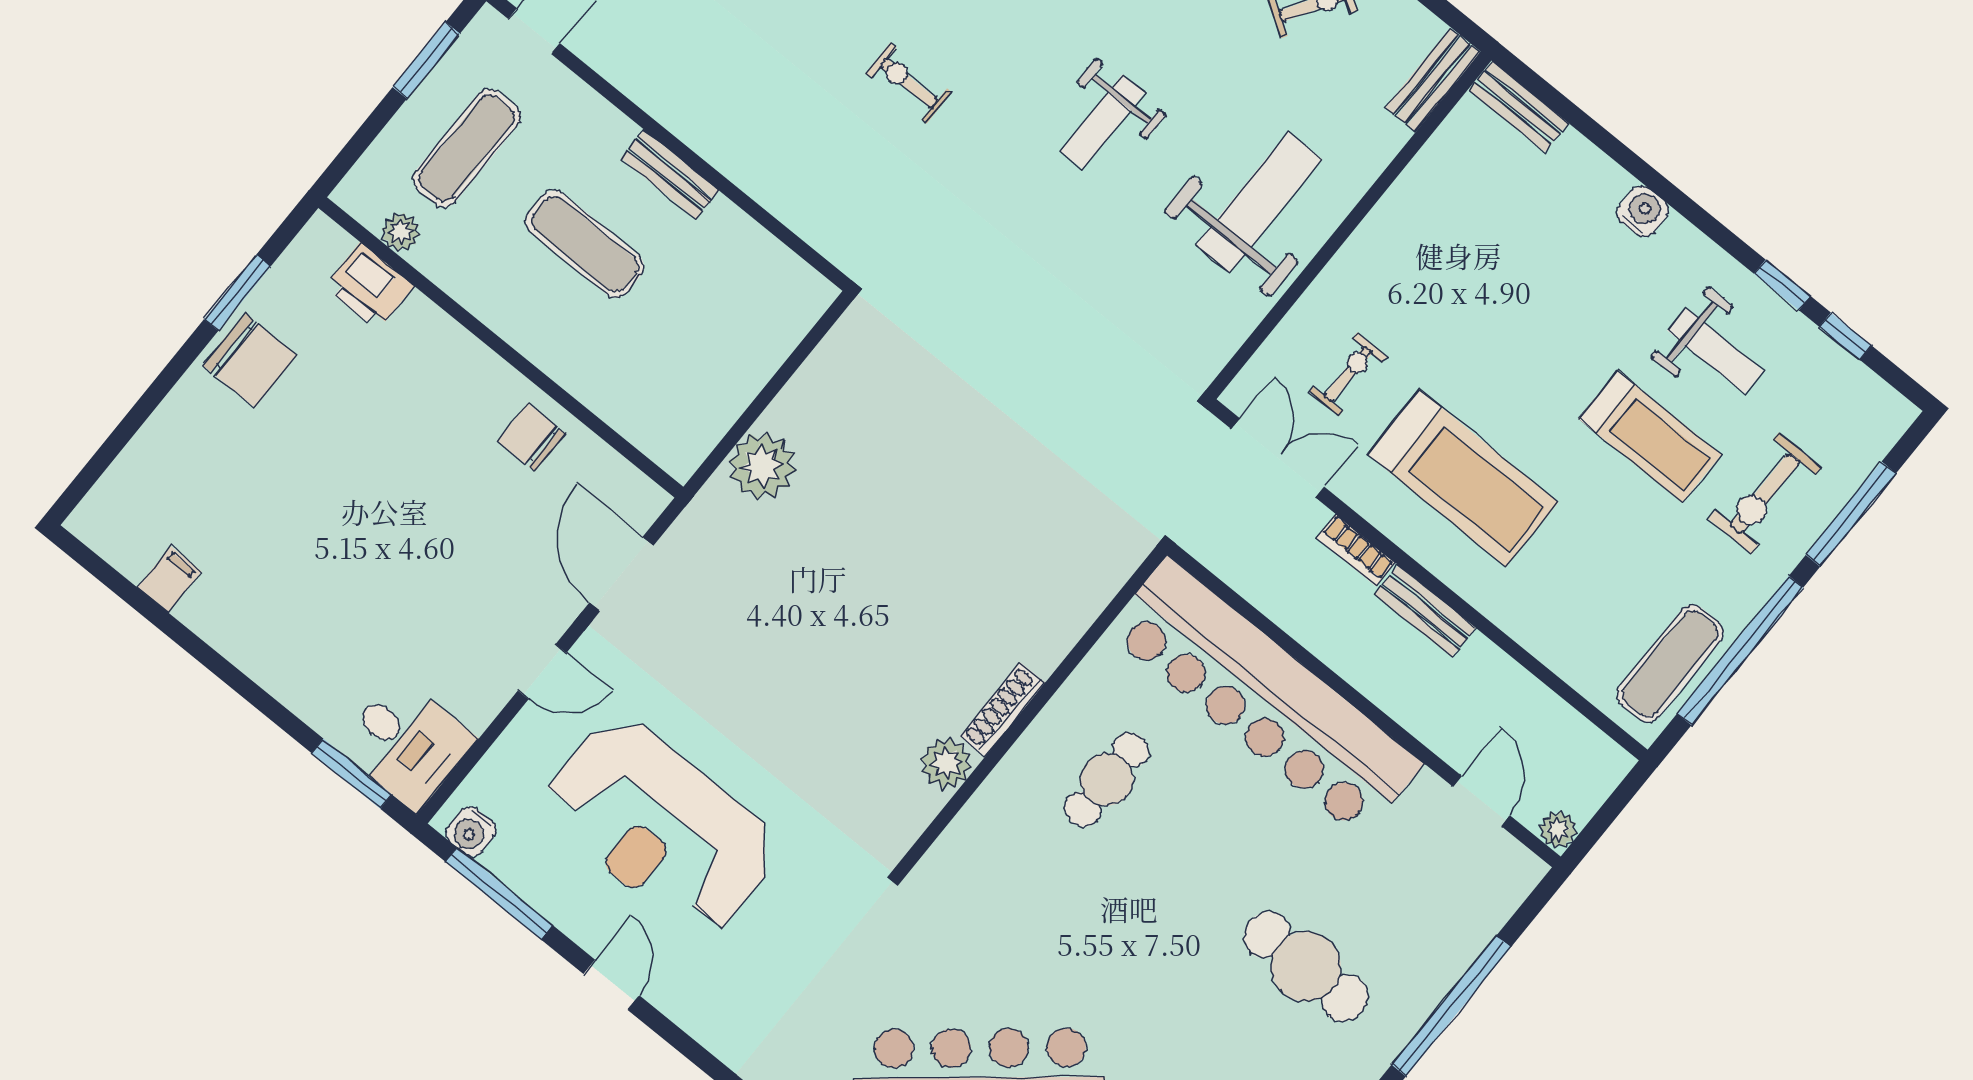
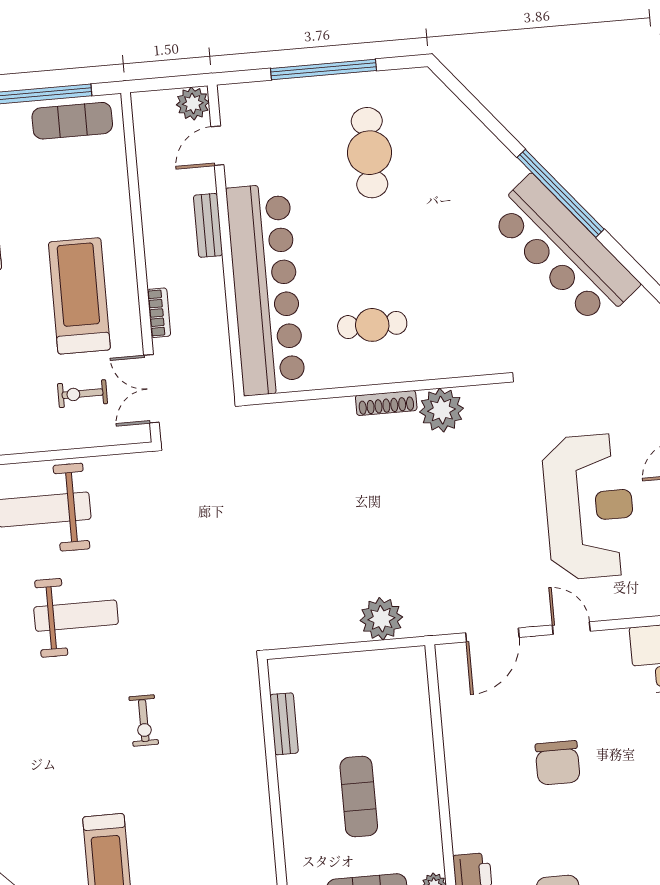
weight bench: (1103, 122) -> (76, 616), width x1.36, depth x1.33
bench: (670, 174) -> (284, 724), moved
chair: (531, 437) -> (558, 763), moved, width x1.37, depth x1.37
bench: (1425, 611) -> (208, 225), moved
plant: (946, 763) -> (442, 410), width x1.36, depth x1.36
plant: (1558, 830) -> (193, 103), width x1.38, depth x1.38

